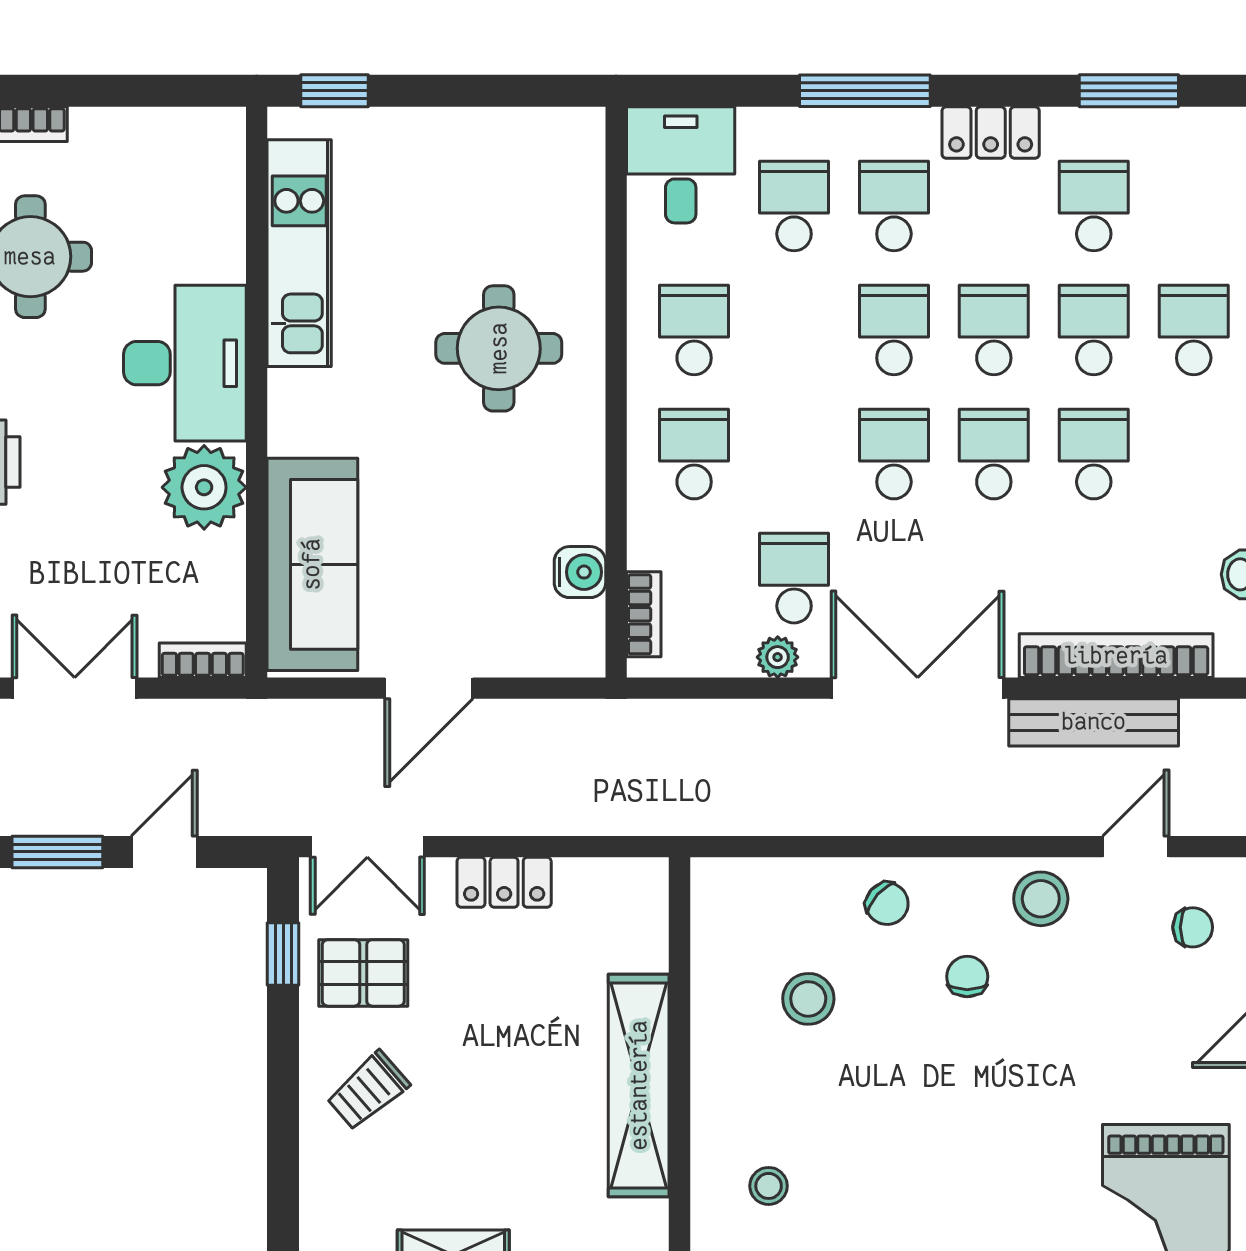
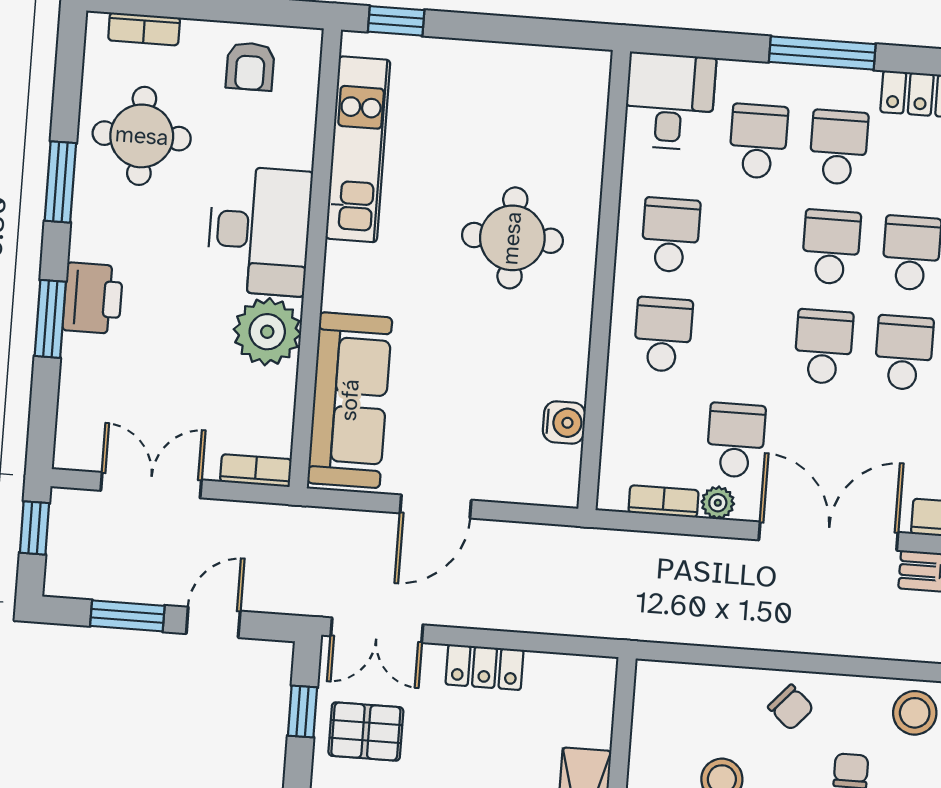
armchair: (158, 160) -> (250, 66), added
bookcase: (644, 614) -> (664, 501), moved, turned -90

